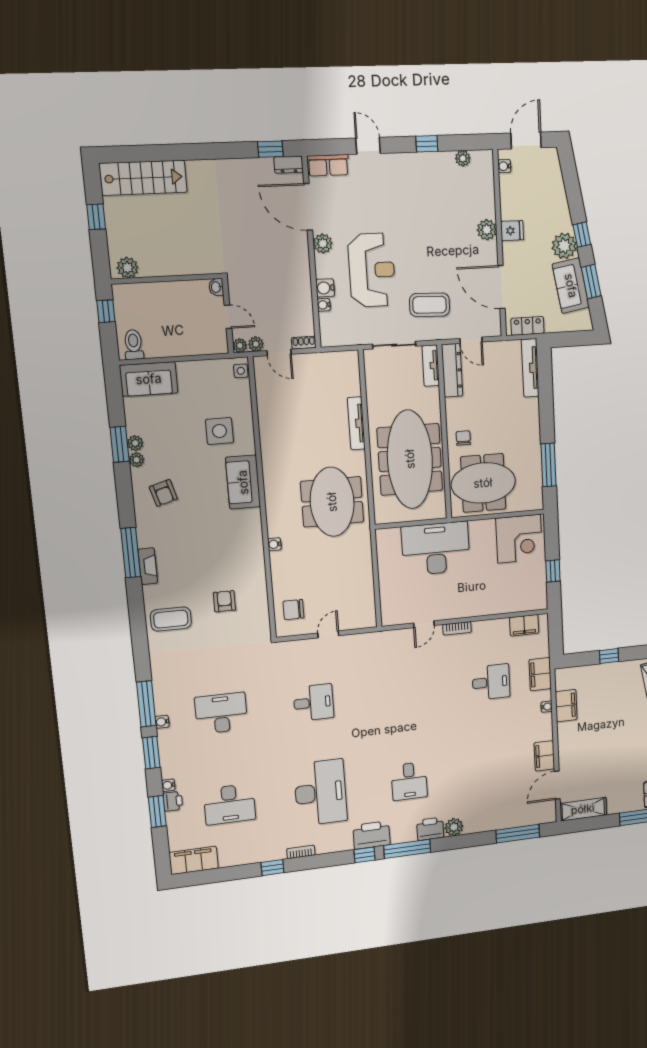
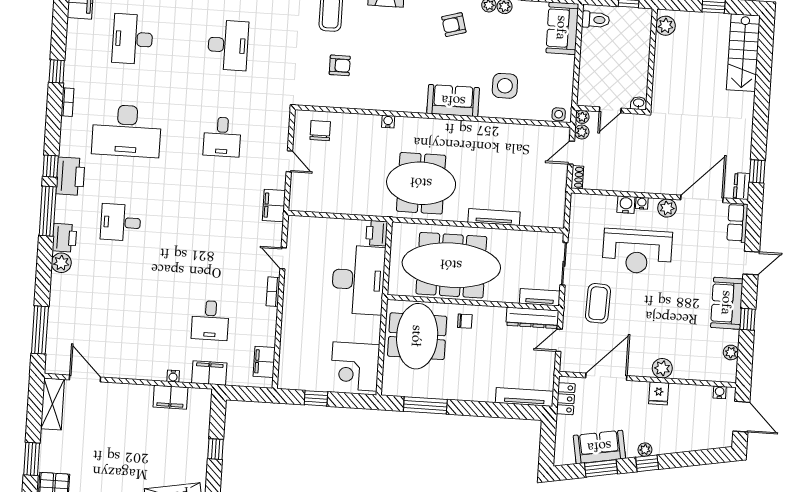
sofa: (413, 168) -> (727, 303), added
plant: (564, 246) -> (645, 450), width x0.53, depth x0.53
water cooler: (324, 305) -> (642, 203), moved
printer: (388, 538) -> (377, 233), added
filing cabinet: (544, 756) -> (274, 206), moved, turned -90

